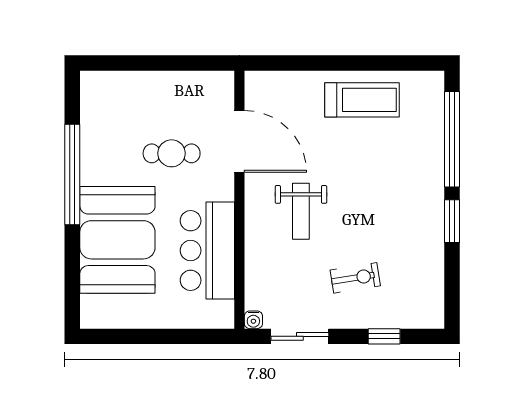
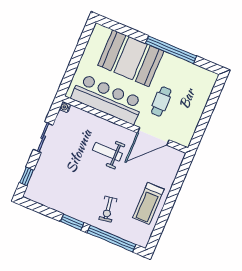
bar counter: (207, 251) -> (107, 99), width x1.36
exercise bike: (355, 278) -> (108, 209), moved
sliding door: (300, 336) -> (43, 137), moved
window: (384, 336) -> (27, 176), moved

